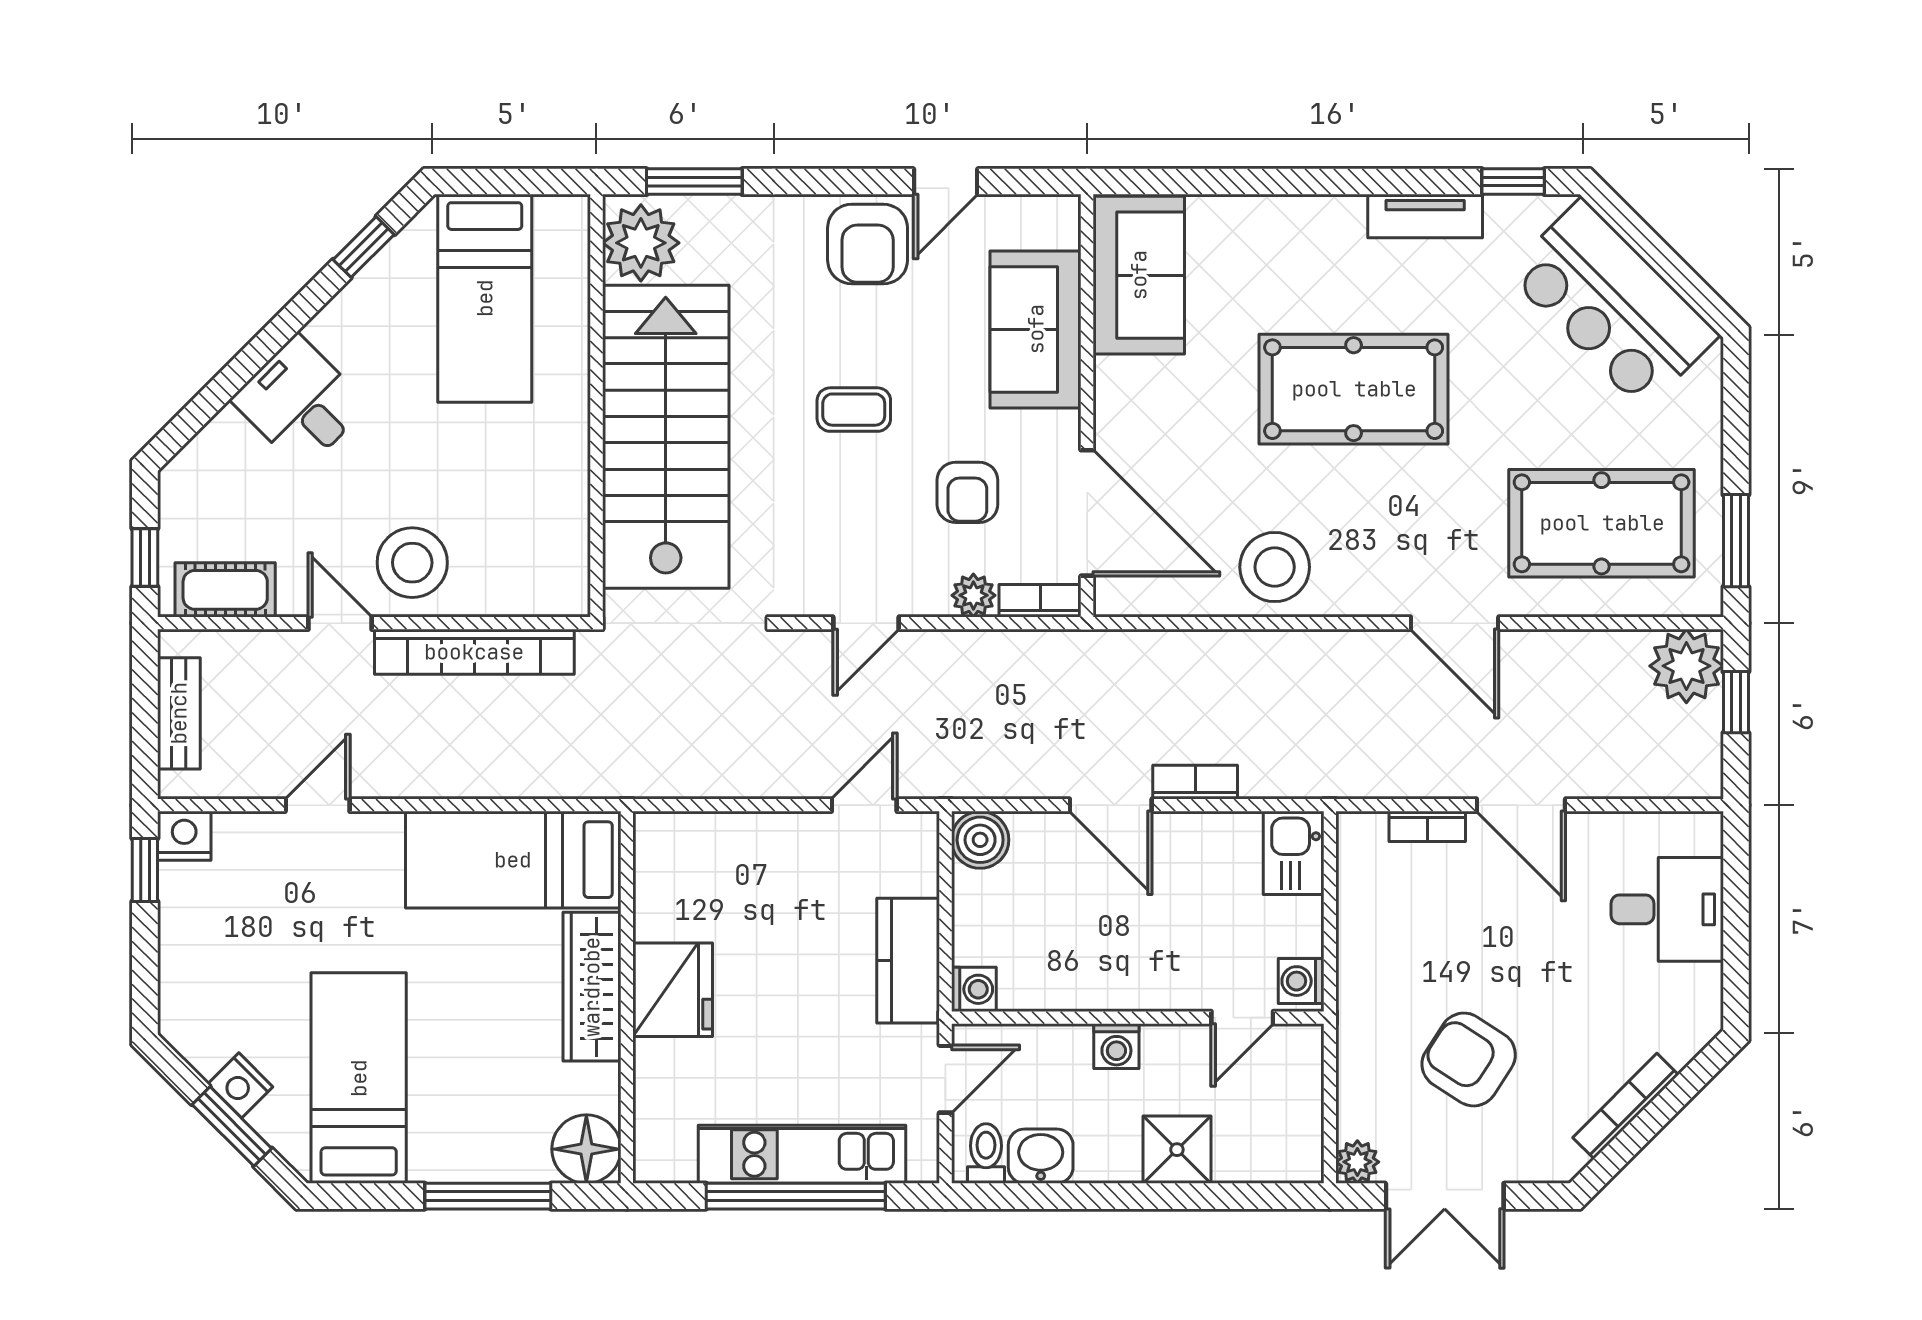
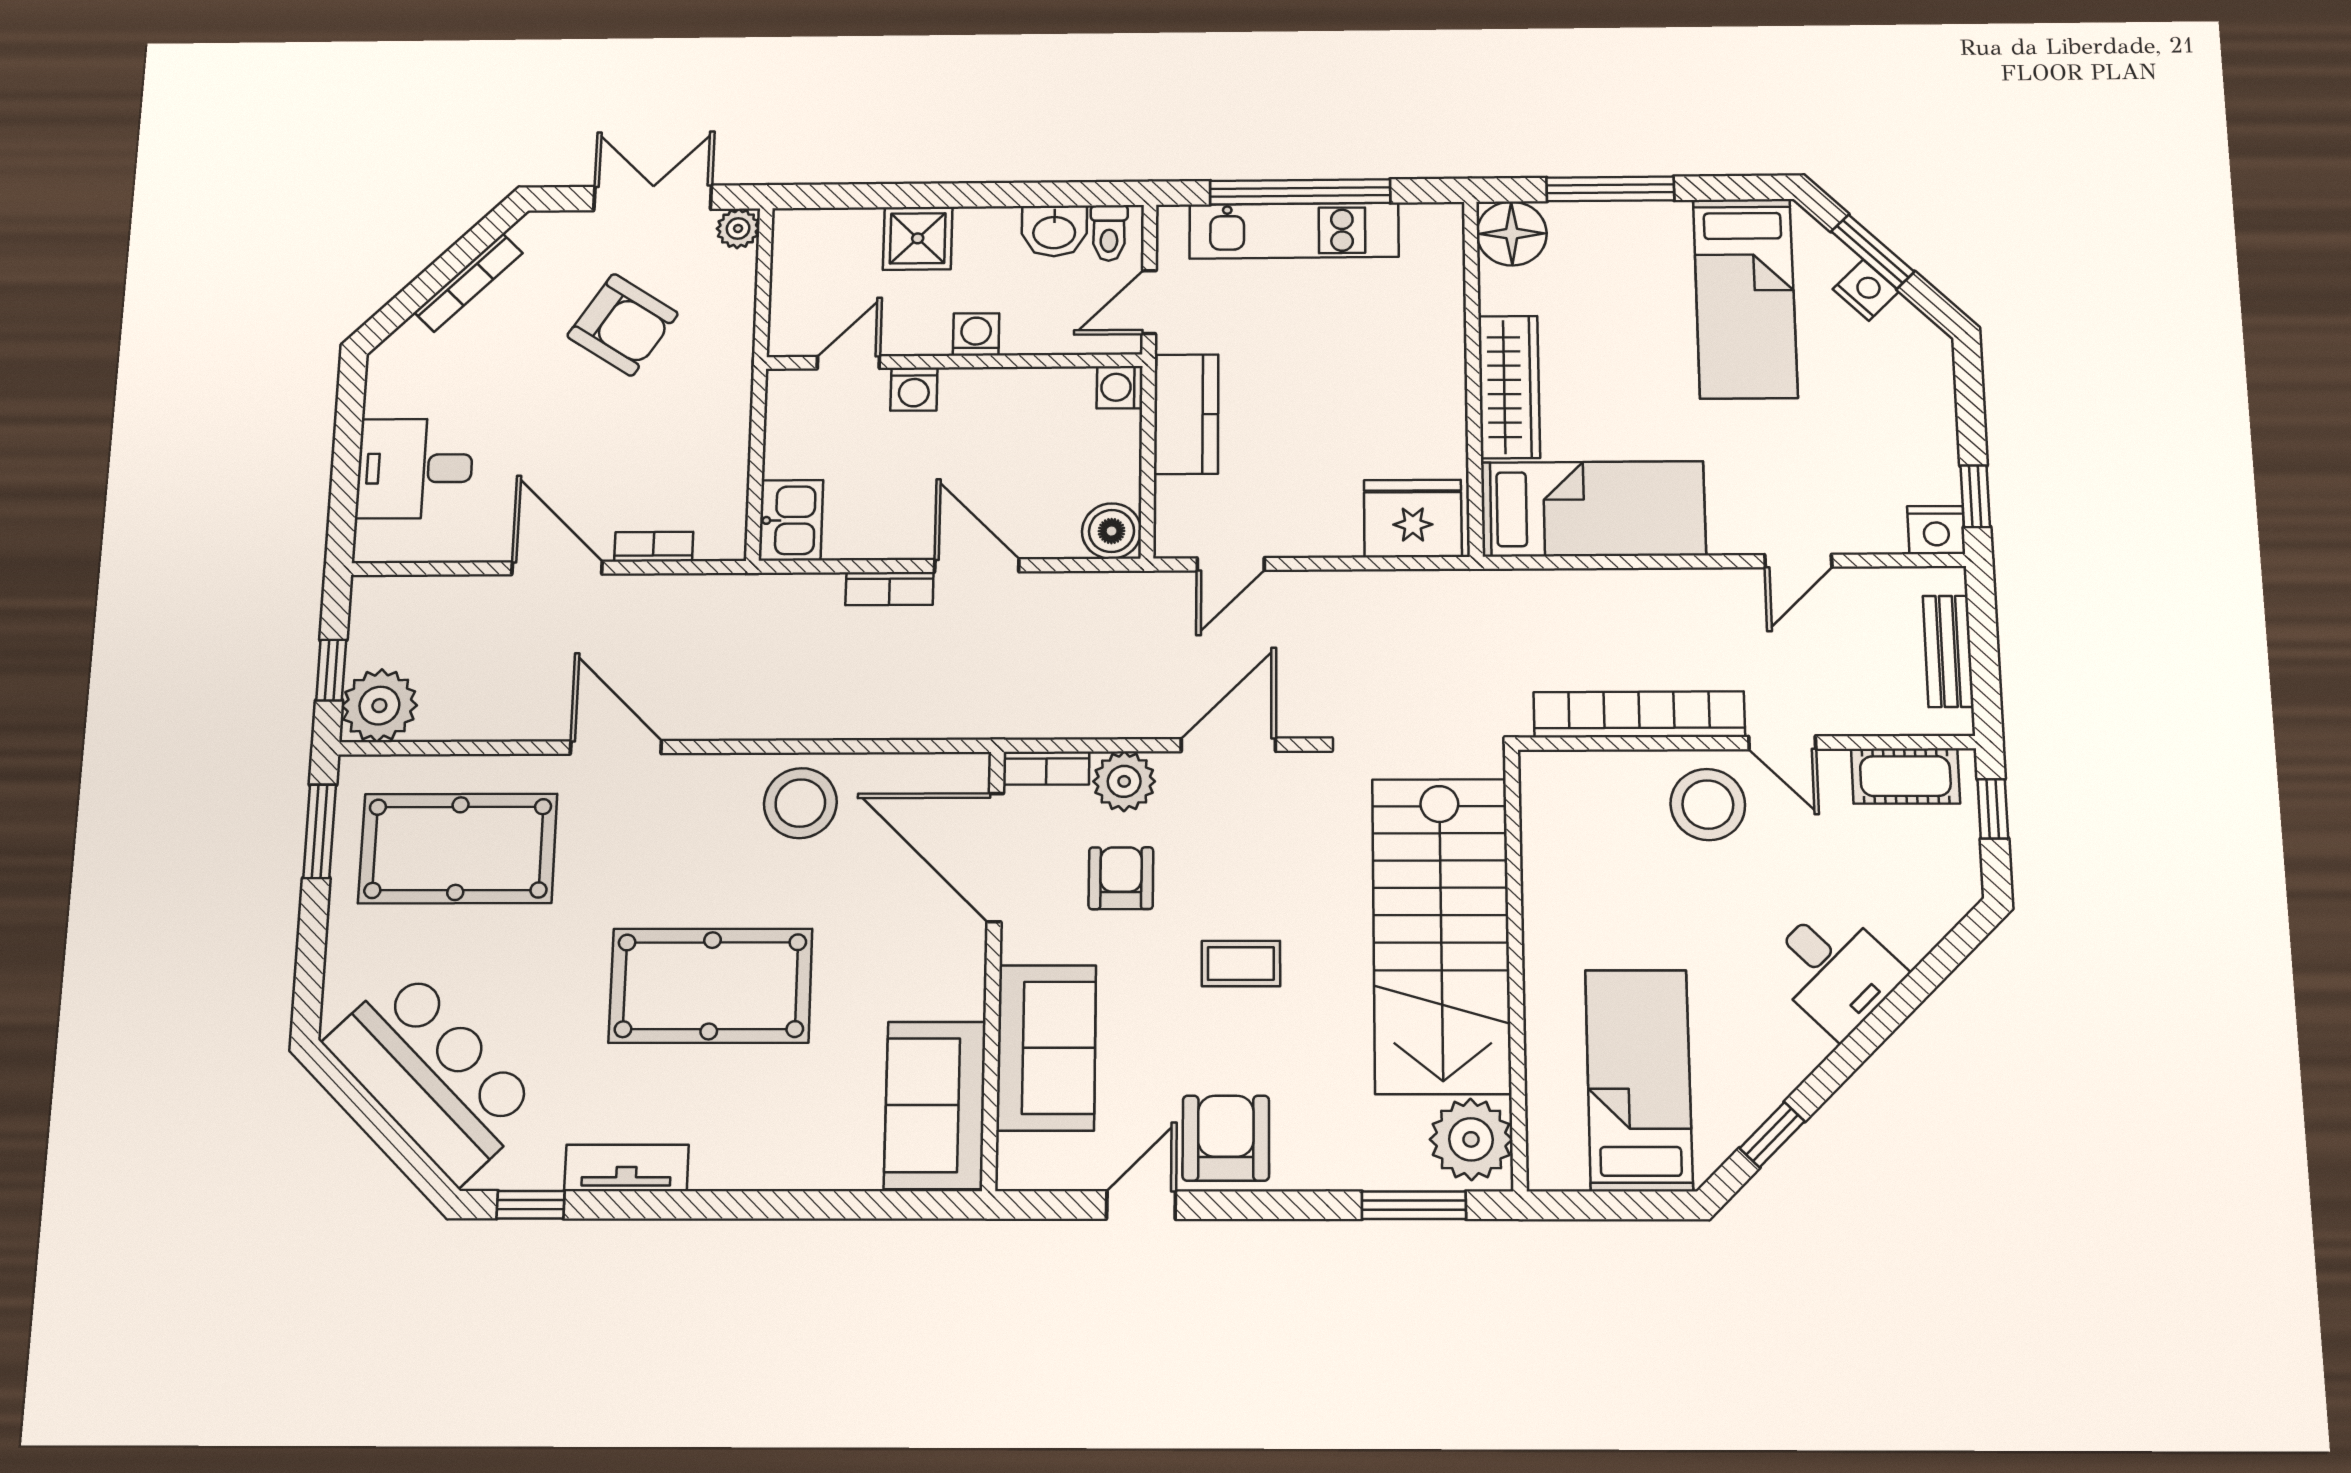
plant: (973, 595) -> (1124, 781), width x1.38, depth x1.38
door: (866, 623) -> (1228, 745), width x1.38
washing machine: (1301, 981) -> (914, 389), moved, turned 90
fridge: (673, 990) -> (1413, 518), moved, turned 90

